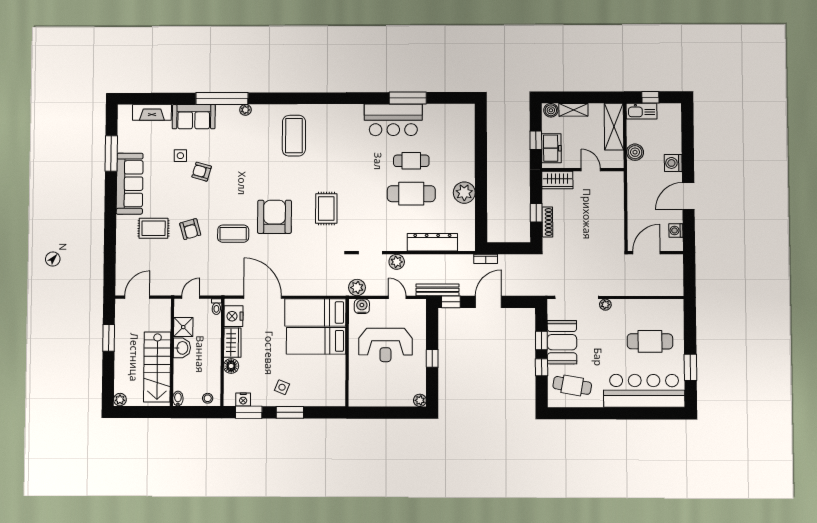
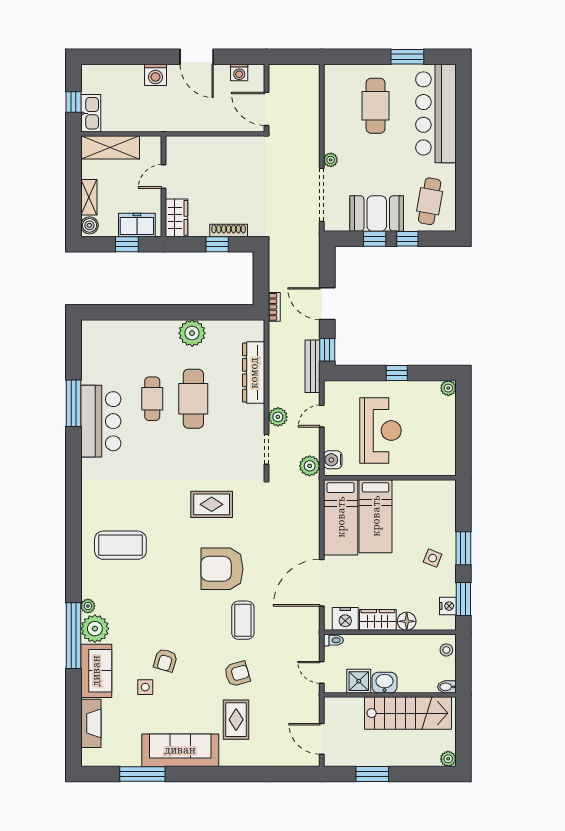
plant: (227, 115) -> (95, 629), added
boiler: (635, 152) -> (142, 122), removed

